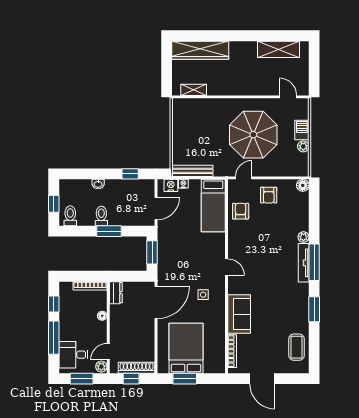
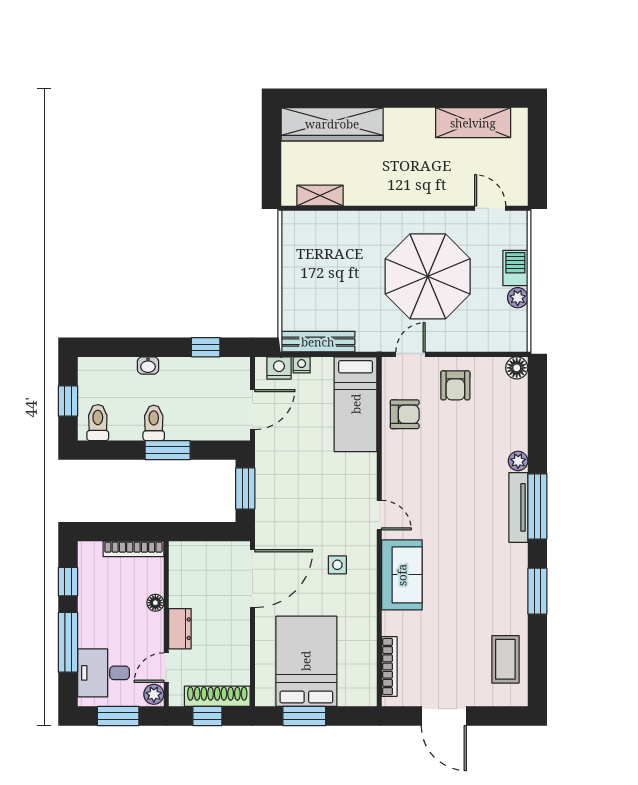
armchair: (241, 211) -> (405, 414), turned 90
dresser: (116, 293) -> (180, 629), moved
sofa: (239, 314) -> (402, 575), moved

